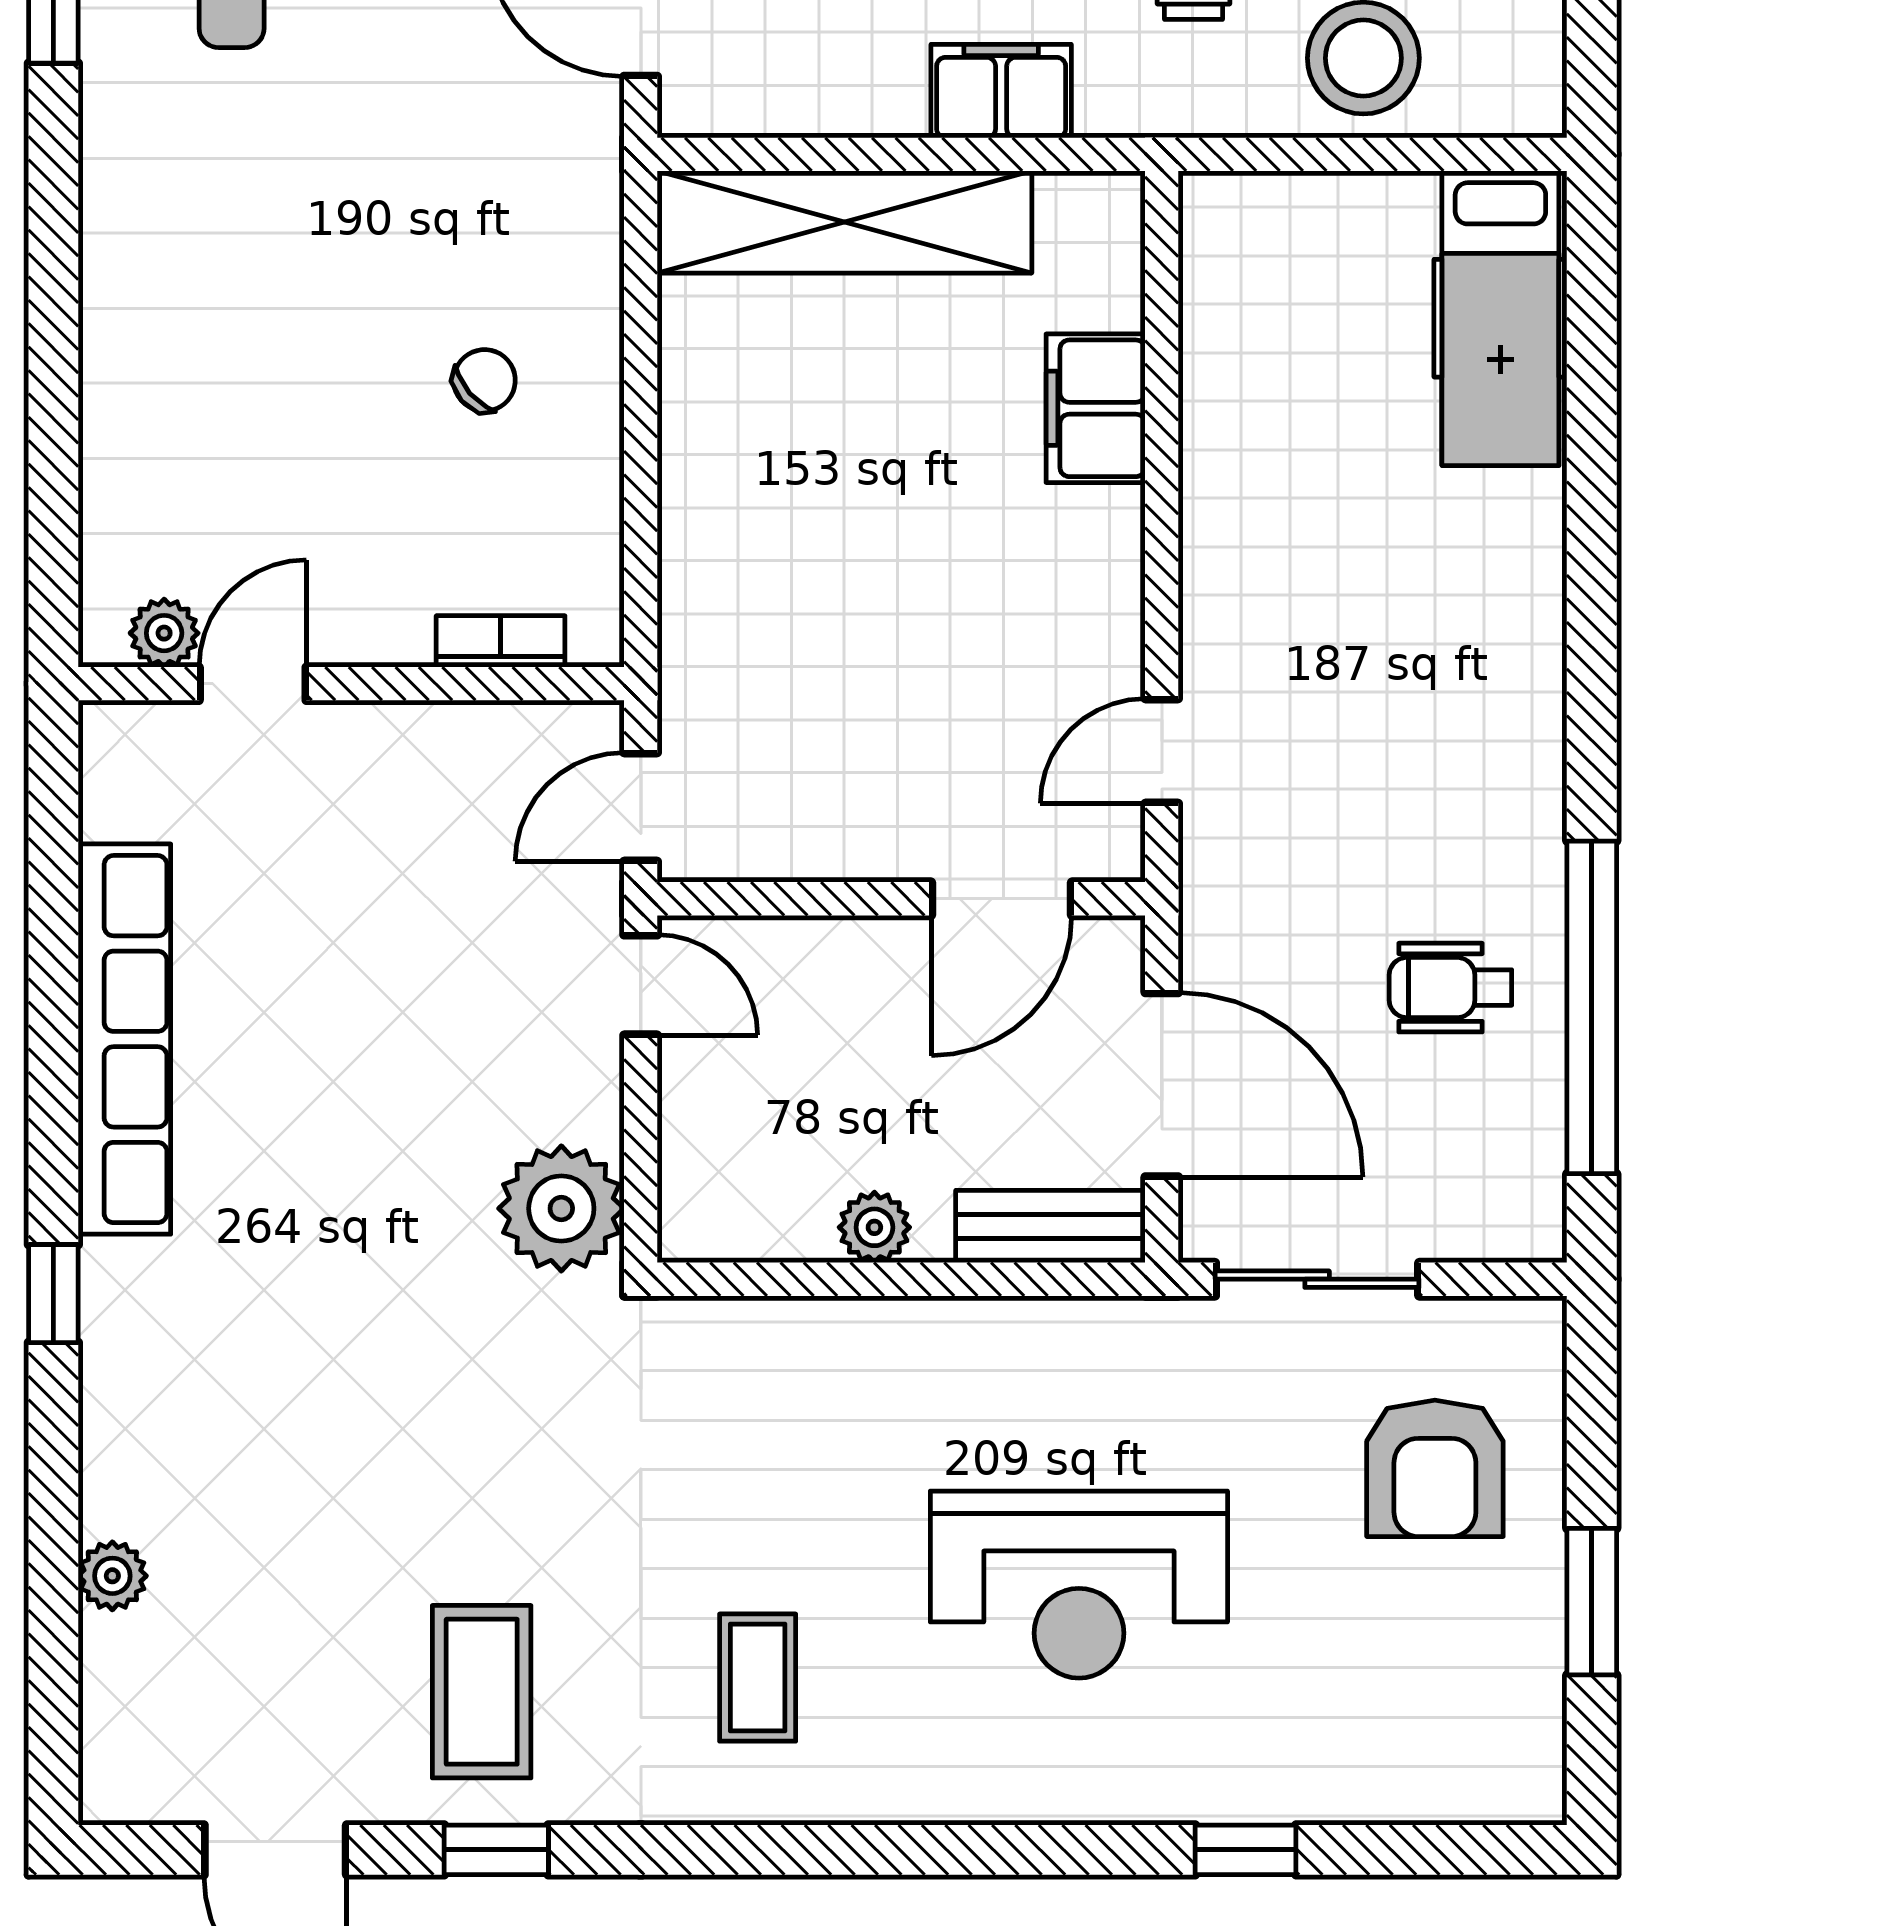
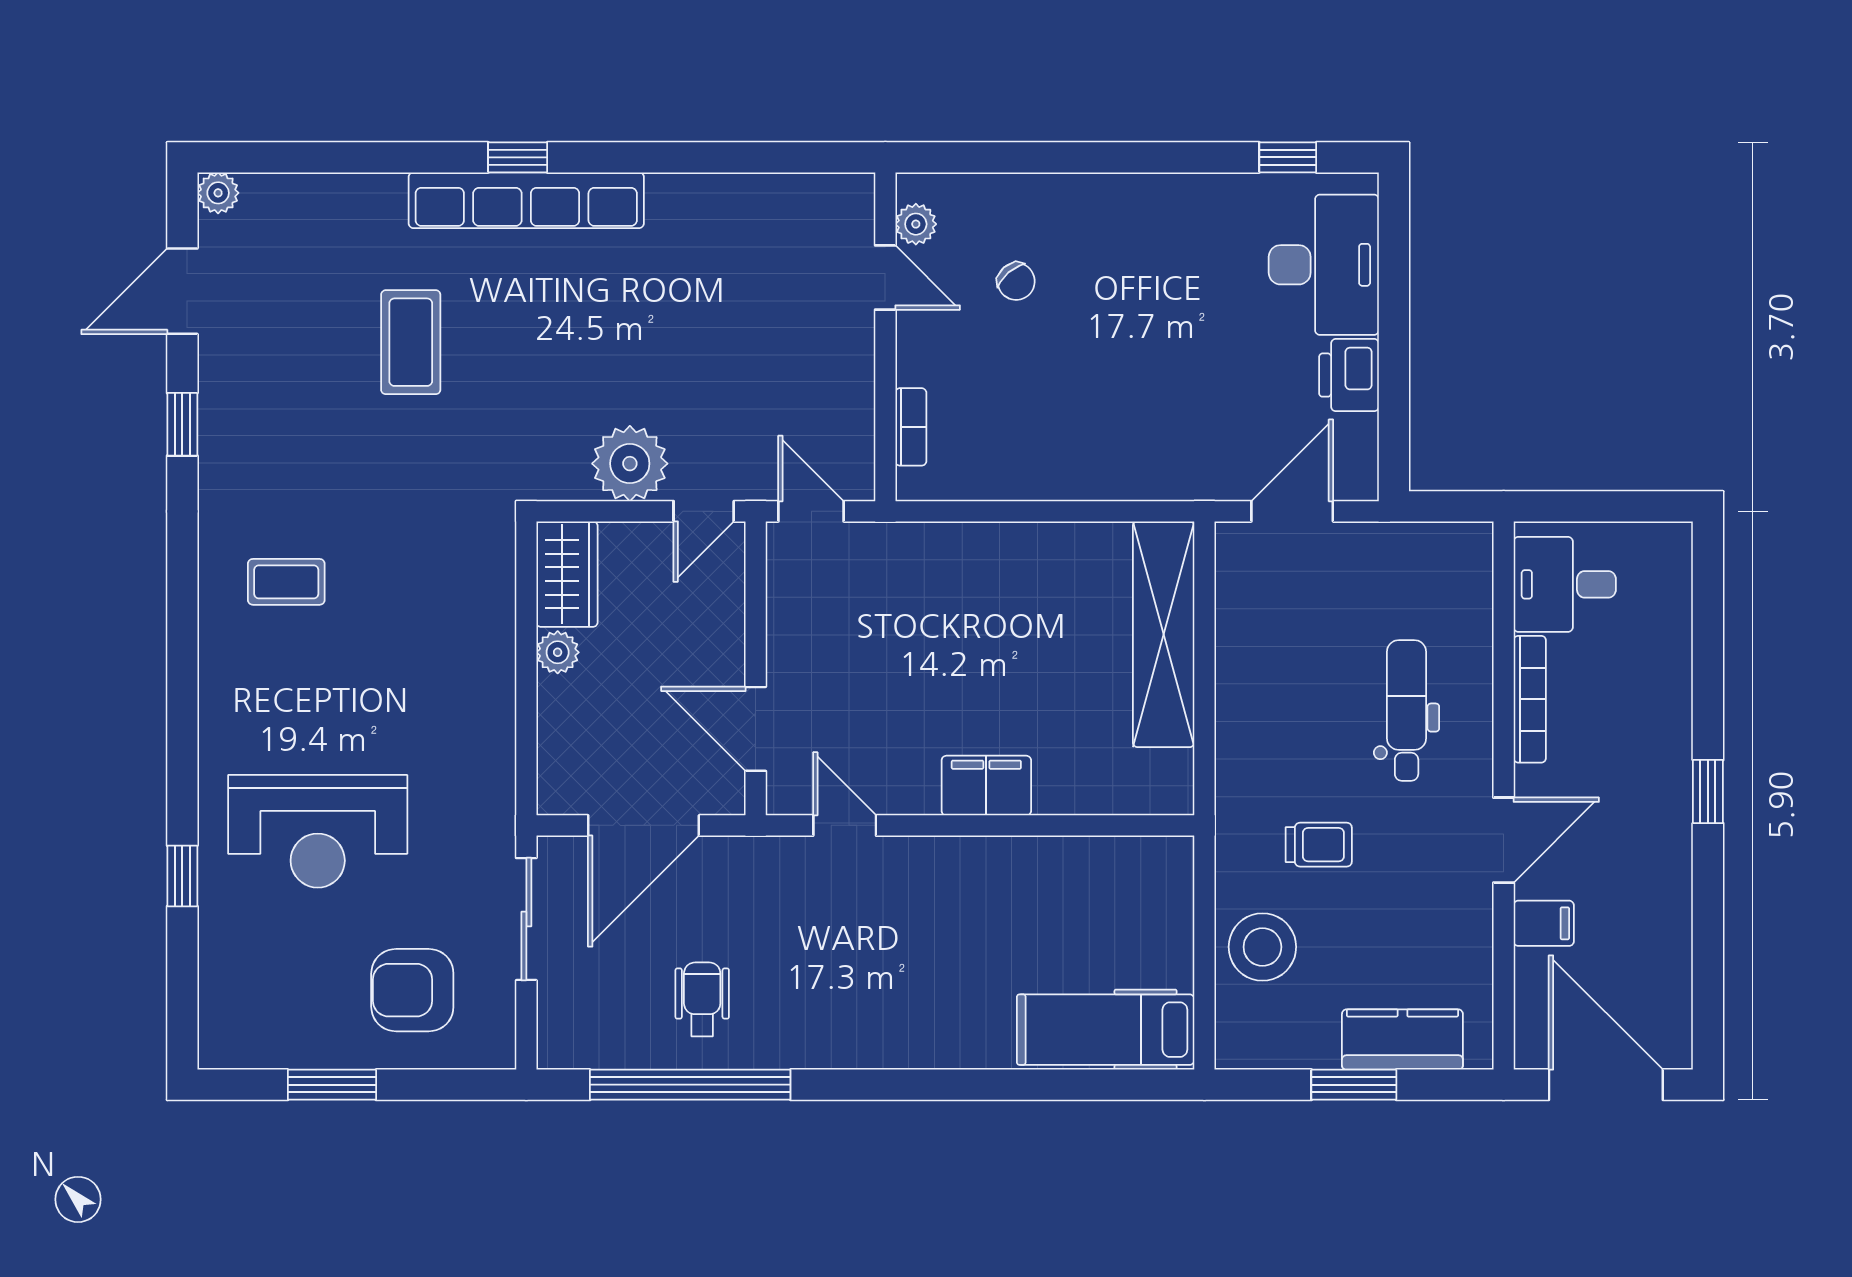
filing cabinet: (1001, 91) -> (1243, 729), removed
chair: (484, 380) -> (1016, 281), moved
filing cabinet: (1096, 408) -> (986, 786), moved
row of seats: (124, 1039) -> (526, 200), moved
plant: (561, 1208) -> (630, 464), moved
wardrobe: (745, 1212) -> (567, 574), added
bench: (1050, 1227) -> (558, 758), removed
plant: (112, 1576) -> (218, 193), moved
reception desk: (1079, 1585) -> (318, 831), moved, turned -90
coffee table: (482, 1692) -> (411, 342), moved, turned 90

